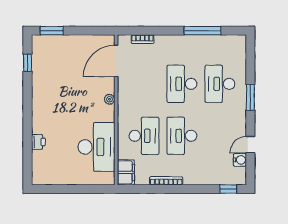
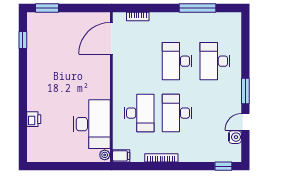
window: (250, 97) -> (245, 91), moved
plant: (109, 99) -> (105, 155), moved
filing cabinet: (126, 172) -> (121, 156), width x0.50

